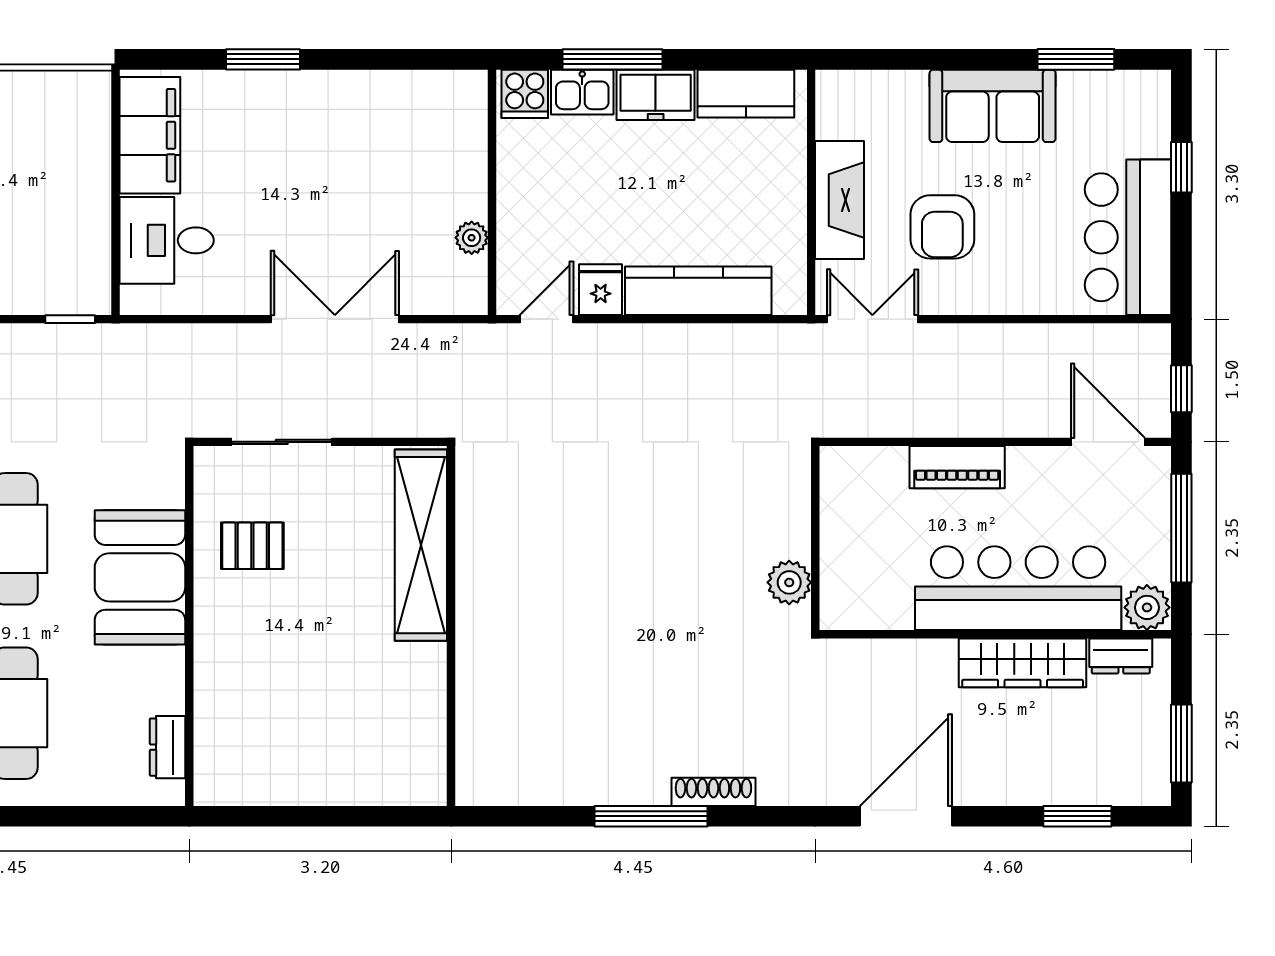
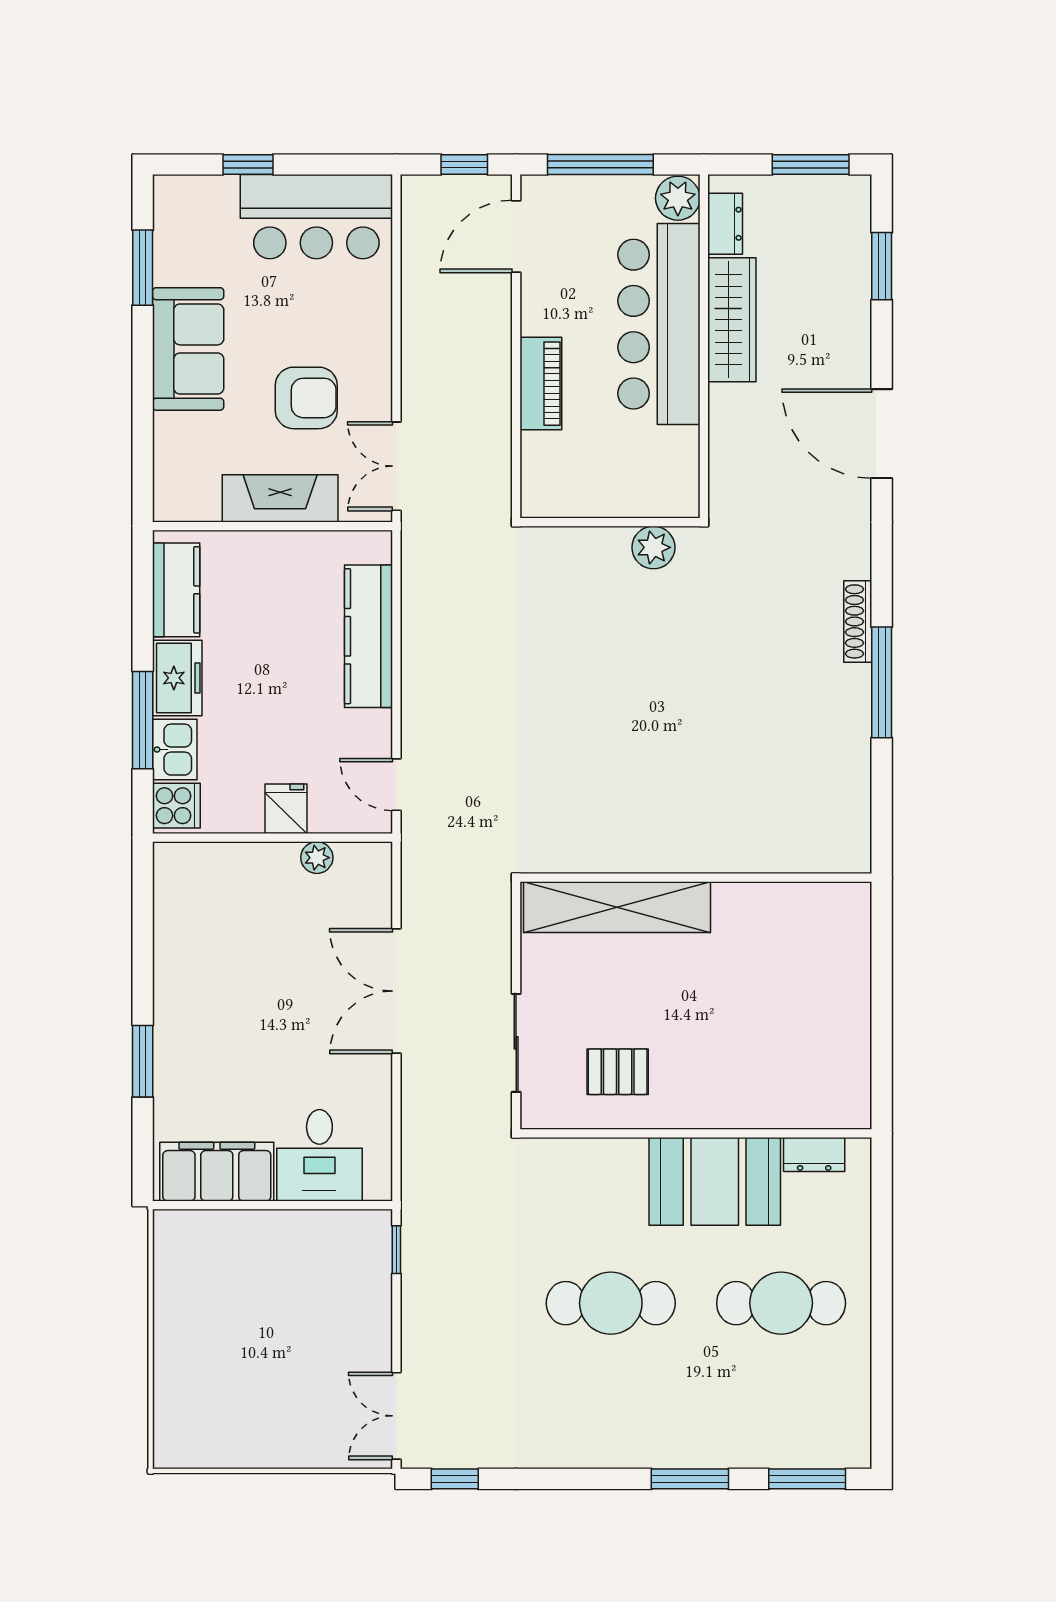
fridge: (601, 290) -> (286, 809), moved, turned 90
pallet: (252, 546) -> (618, 1072), turned 90
booth: (140, 577) -> (715, 1181), moved

